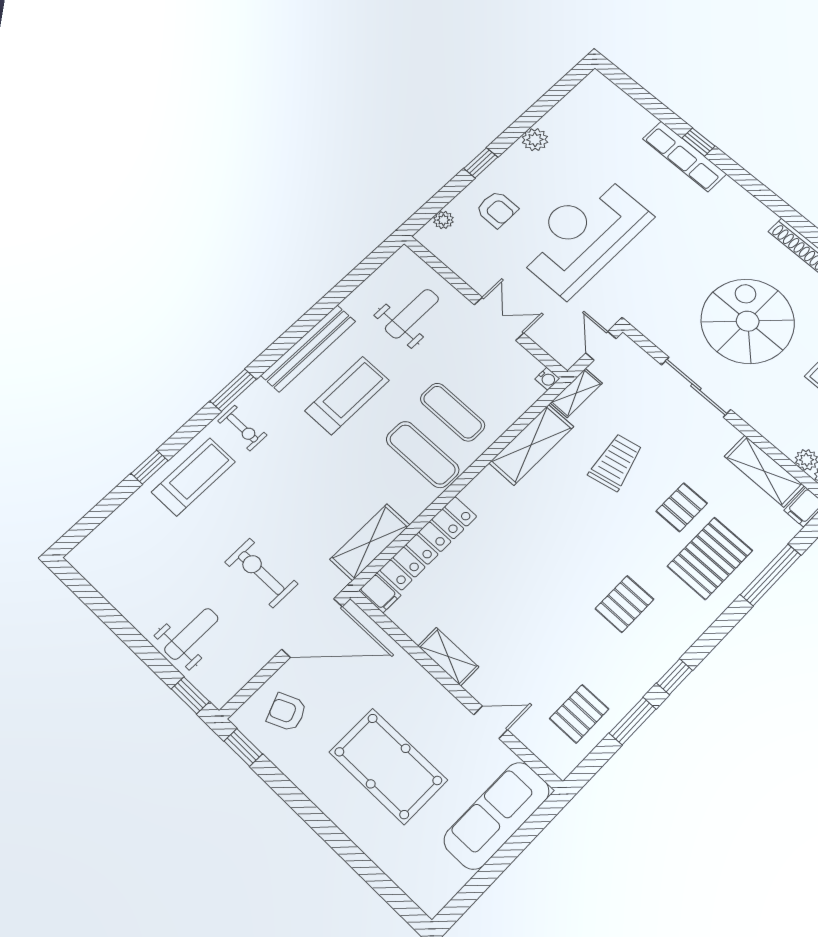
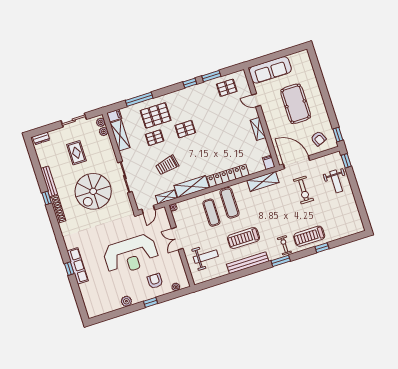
weight bench: (412, 314) -> (206, 257), turned 180
locker: (428, 543) -> (228, 176), moved
pallet: (624, 604) -> (185, 129), moved
weight bench: (191, 634) -> (336, 181), turned -90

